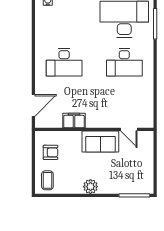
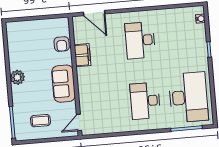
door: (129, 129) -> (79, 122), moved
armchair: (51, 152) -> (62, 44), moved
coffee table: (47, 180) -> (40, 121), moved

